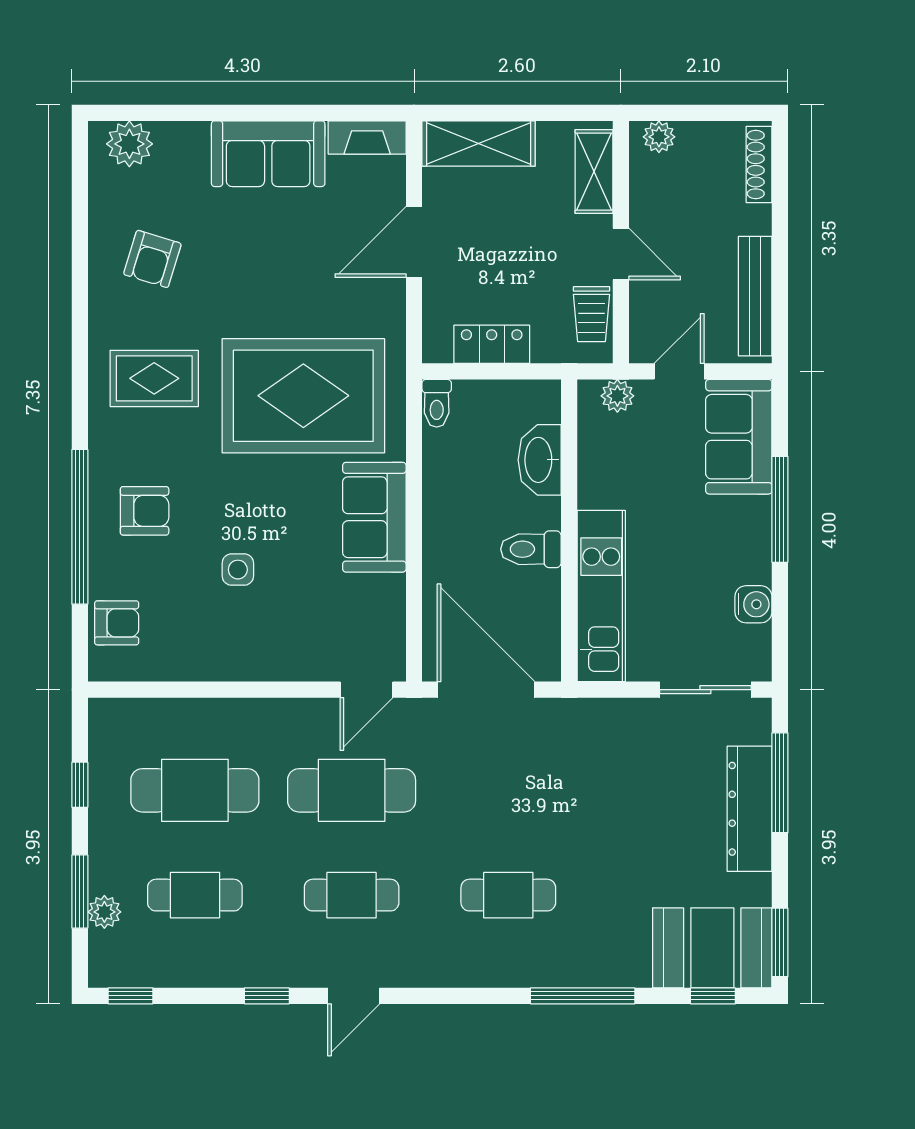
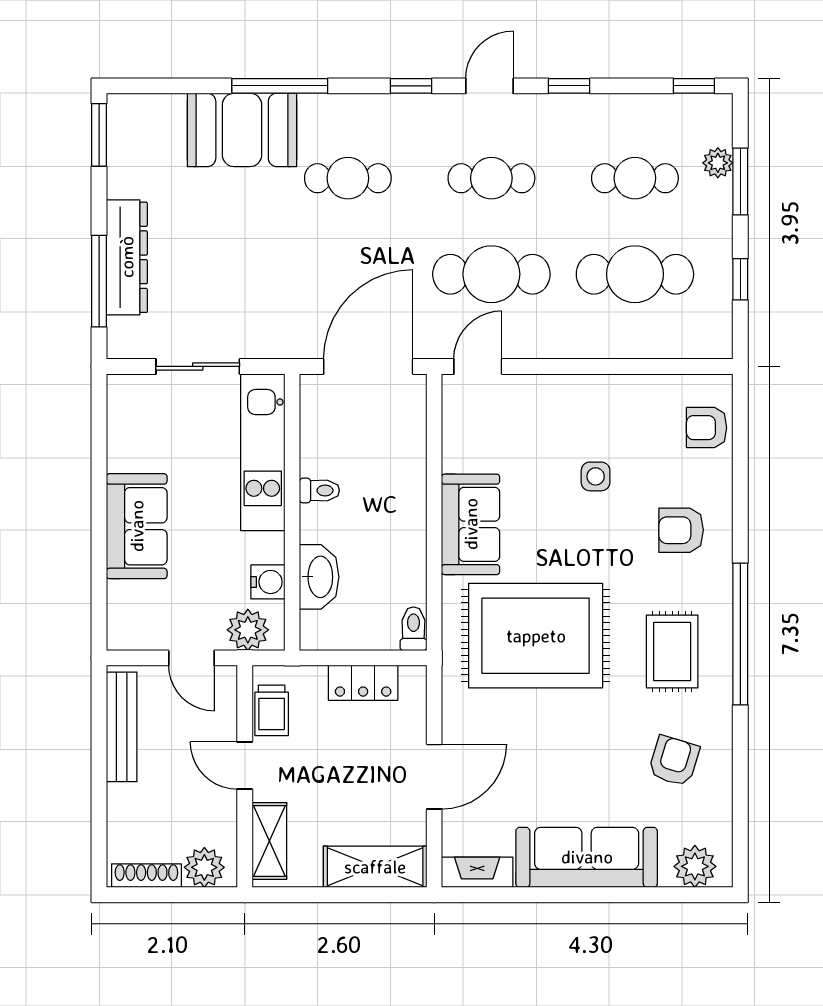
plant: (659, 137) -> (204, 867), width x1.38, depth x1.38
sofa: (268, 154) -> (587, 857), width x1.36
shoe rack: (759, 165) -> (146, 876), moved, turned -90
trolley: (591, 314) -> (272, 710), turned 180
door: (679, 371) -> (191, 658), hinge flipped
rug: (154, 378) -> (672, 651), turned 90
plant: (617, 396) -> (248, 630), width x1.38, depth x1.38
sofa: (739, 437) -> (137, 526), moved
window: (780, 509) -> (99, 532), removed
window: (80, 527) -> (740, 634), moved
toilet: (531, 549) -> (319, 490), width x0.73, depth x0.72
water cooler: (753, 604) -> (268, 582), moved, turned 180
door: (486, 690) -> (368, 366), swing flipped
sliding door: (705, 690) -> (198, 366), moved
booth: (712, 948) -> (242, 130), moved
window: (713, 996) -> (411, 86), moved

